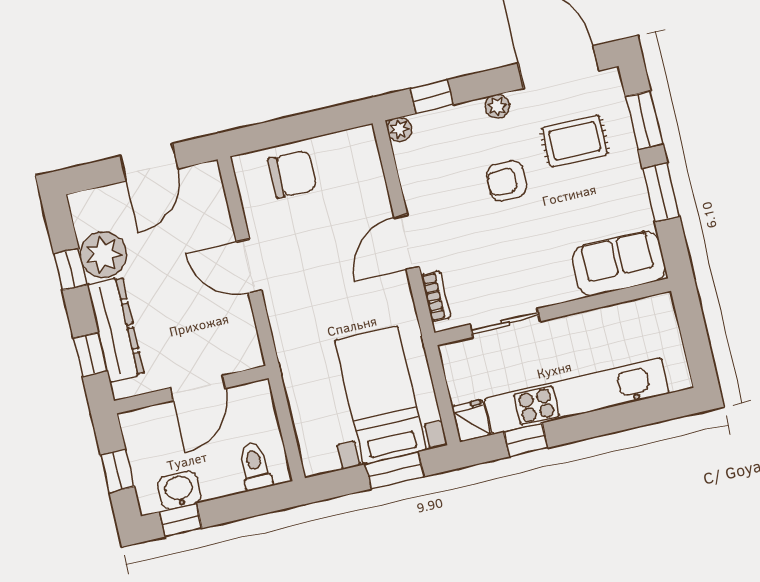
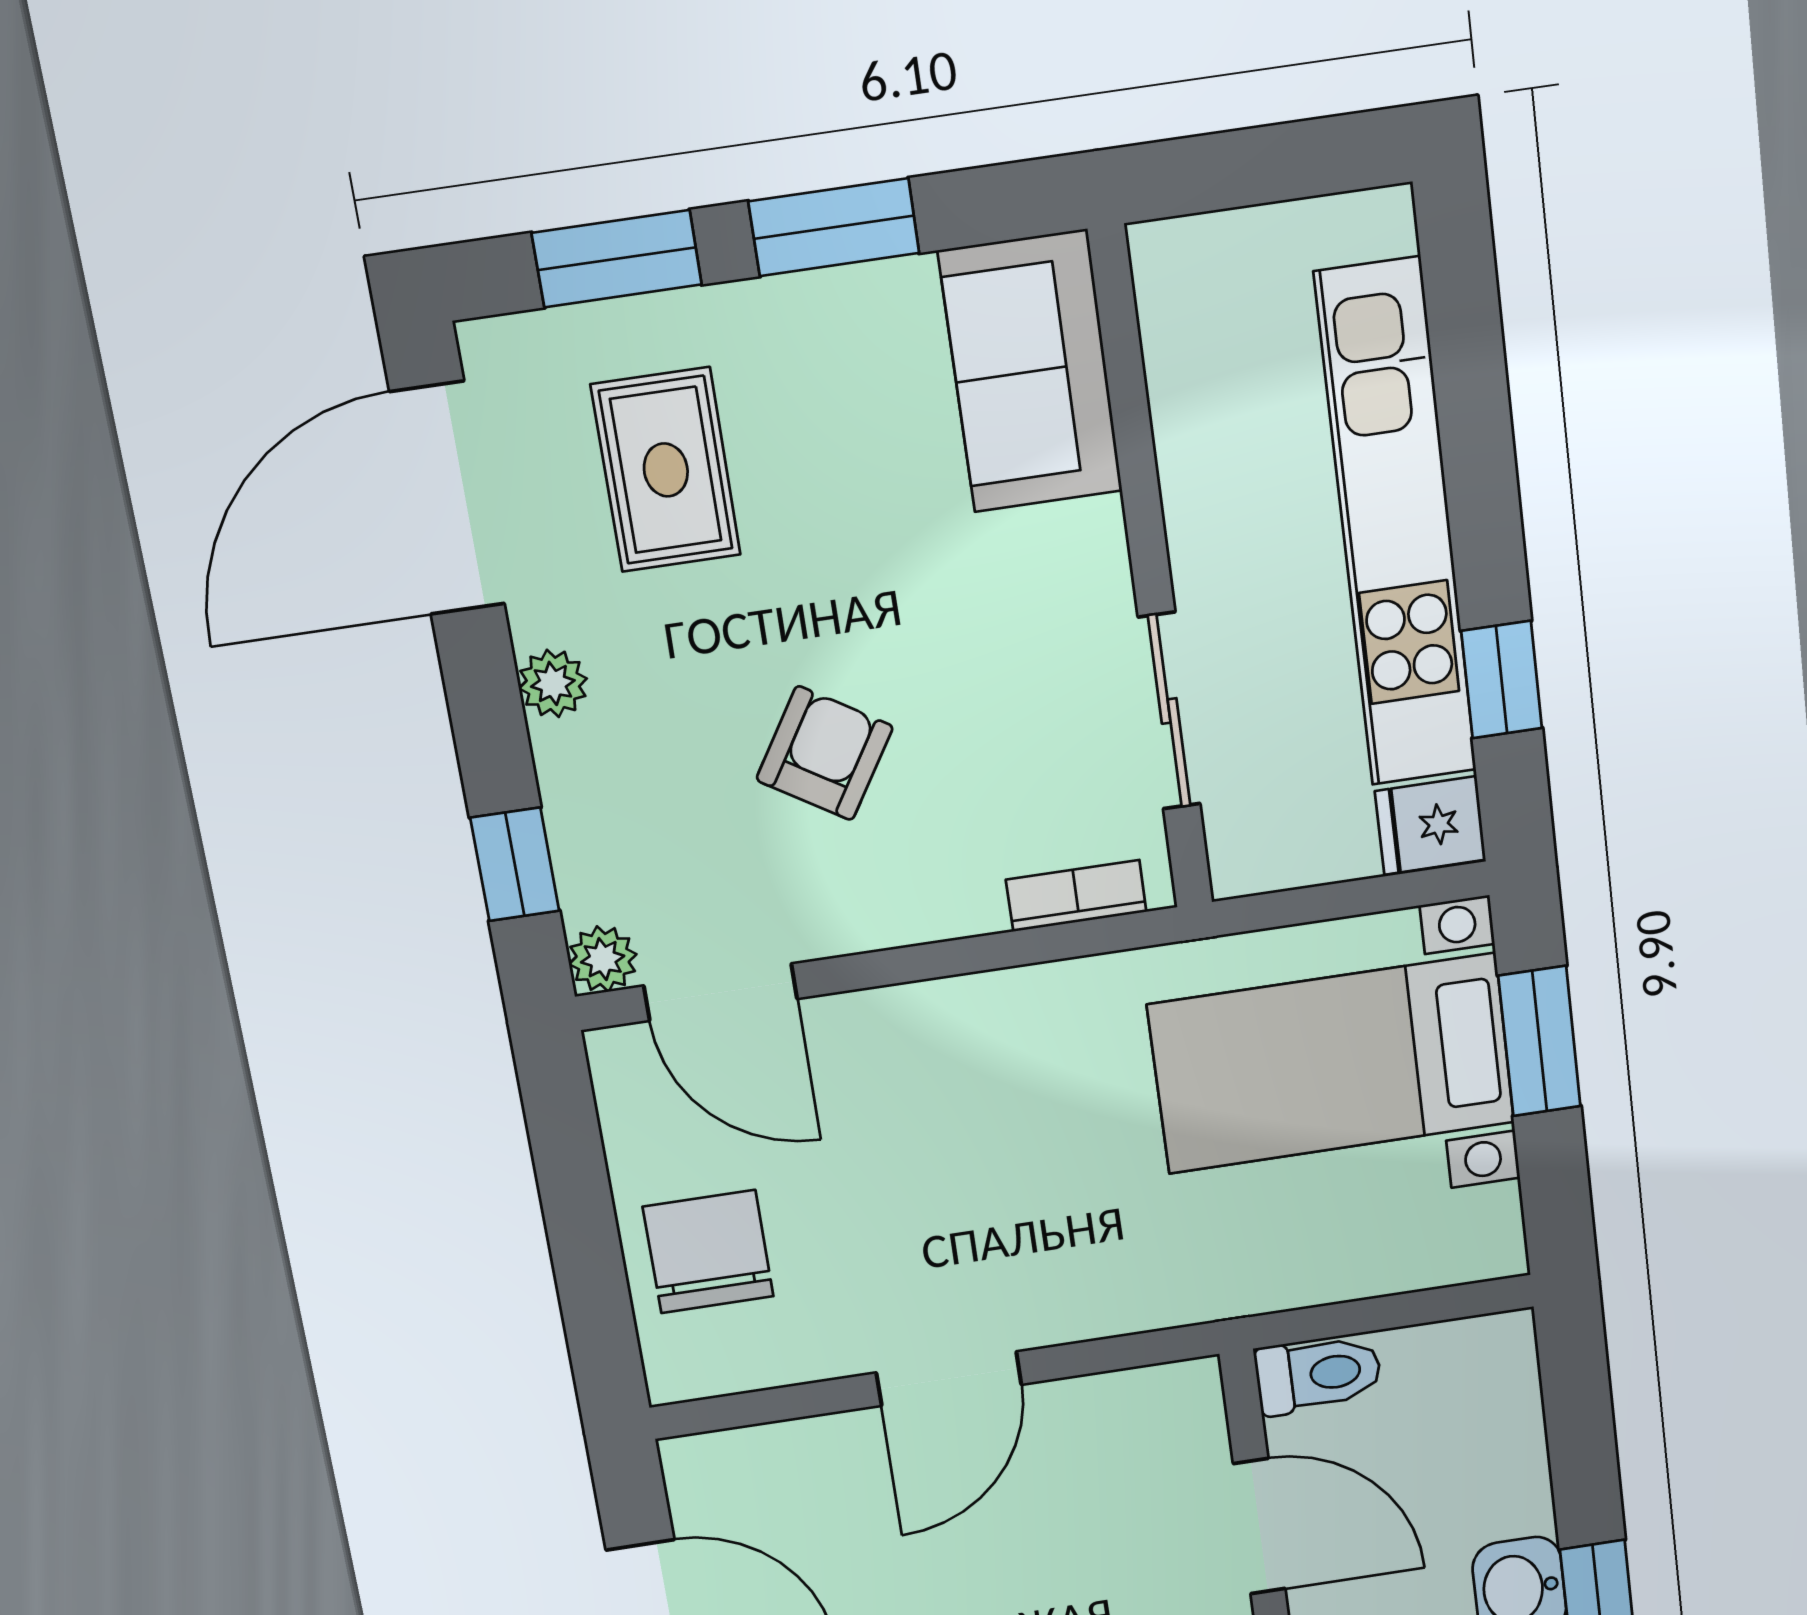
armchair: (507, 181) -> (825, 753), moved, turned -148
door: (407, 242) -> (720, 992), moved
toilet: (255, 466) -> (1318, 1374), moved, turned 180

